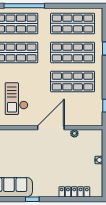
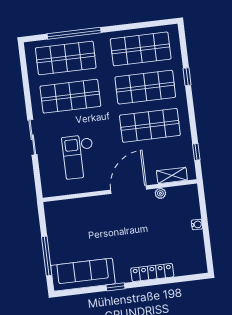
shelving: (85, 121) -> (172, 175), added
locker: (74, 192) -> (152, 272), moved

